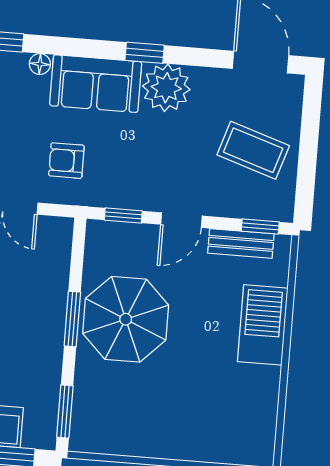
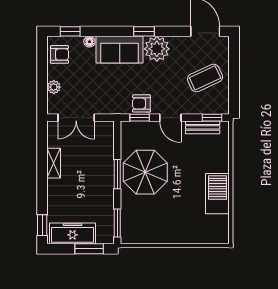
coffee table: (253, 150) -> (205, 78), turned -43
armchair: (66, 161) -> (141, 103), moved
door: (181, 220) -> (170, 118), hinge flipped
barbecue: (263, 325) -> (217, 194), moved

